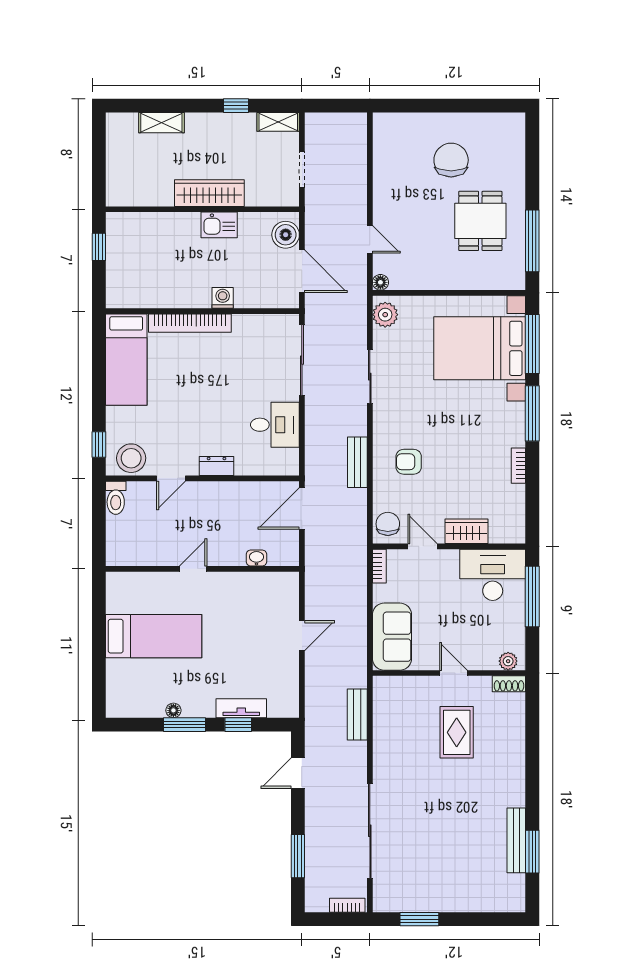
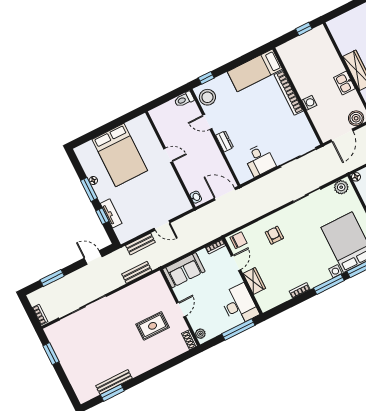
bench: (357, 462) -> (140, 244), moved
washbasin: (256, 558) -> (196, 197), moved
bed: (154, 636) -> (120, 155), width x1.50

